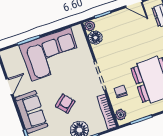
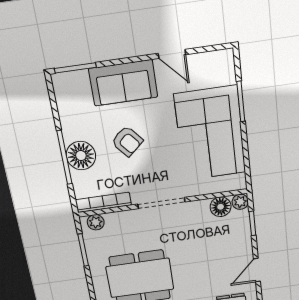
chair: (120, 92) -> (131, 228), removed

